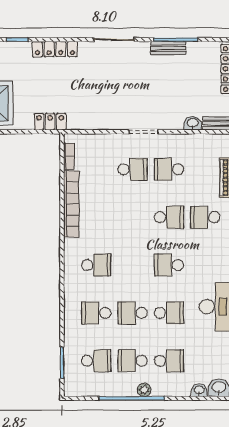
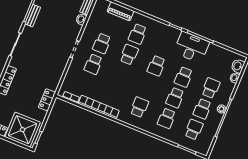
school desk: (133, 169) -> (93, 64), turned 180
school desk: (169, 313) -> (183, 77), turned 180

